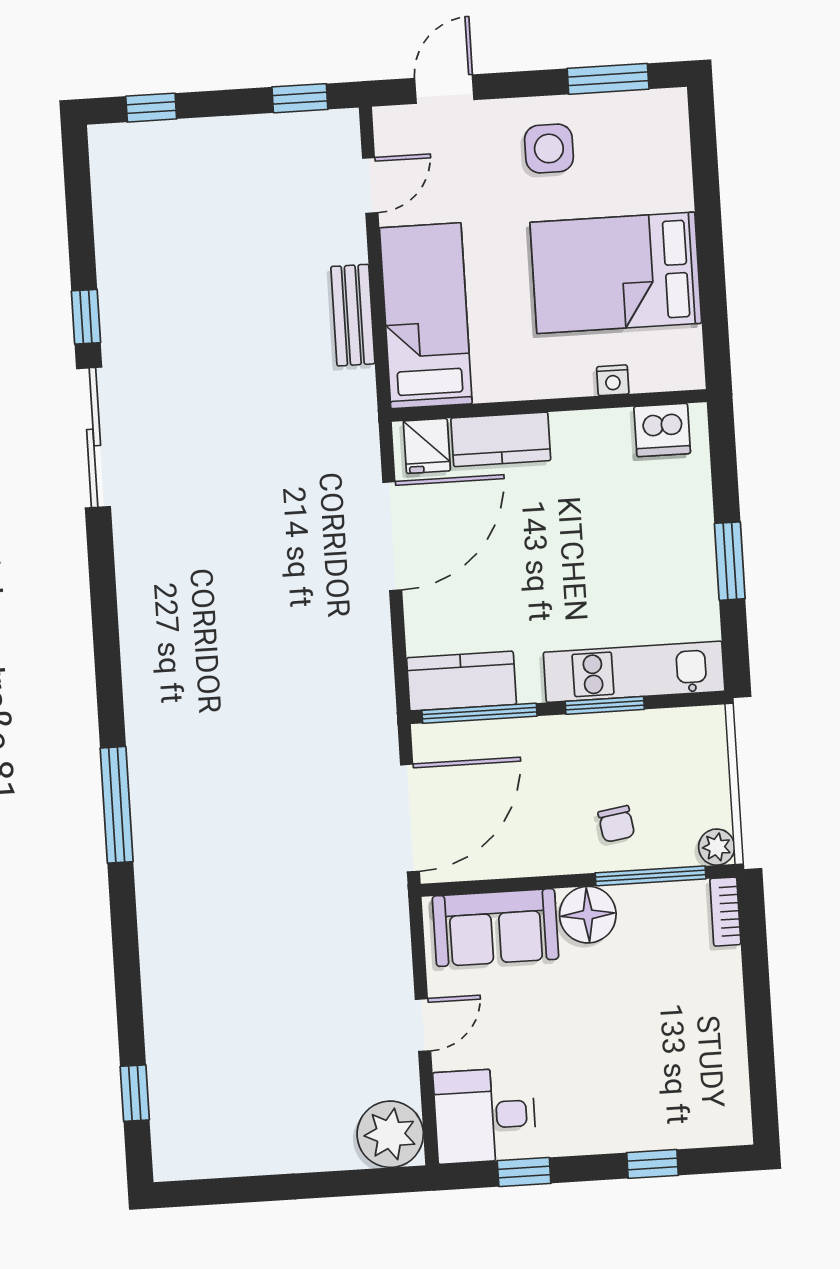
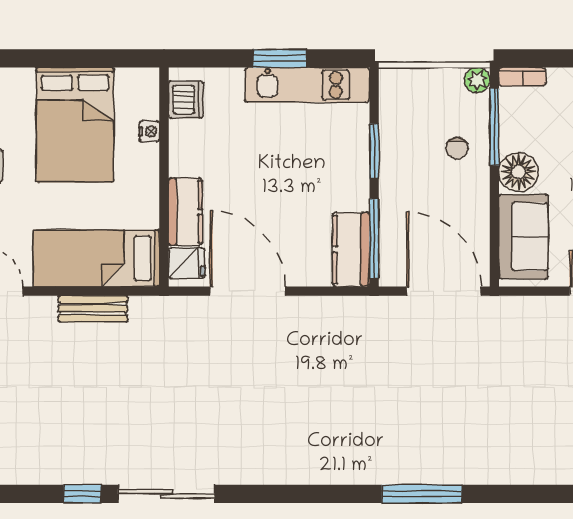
kitchen unit: (634, 672) -> (307, 85), moved, turned -90
chair: (616, 824) -> (457, 148), turned 99

